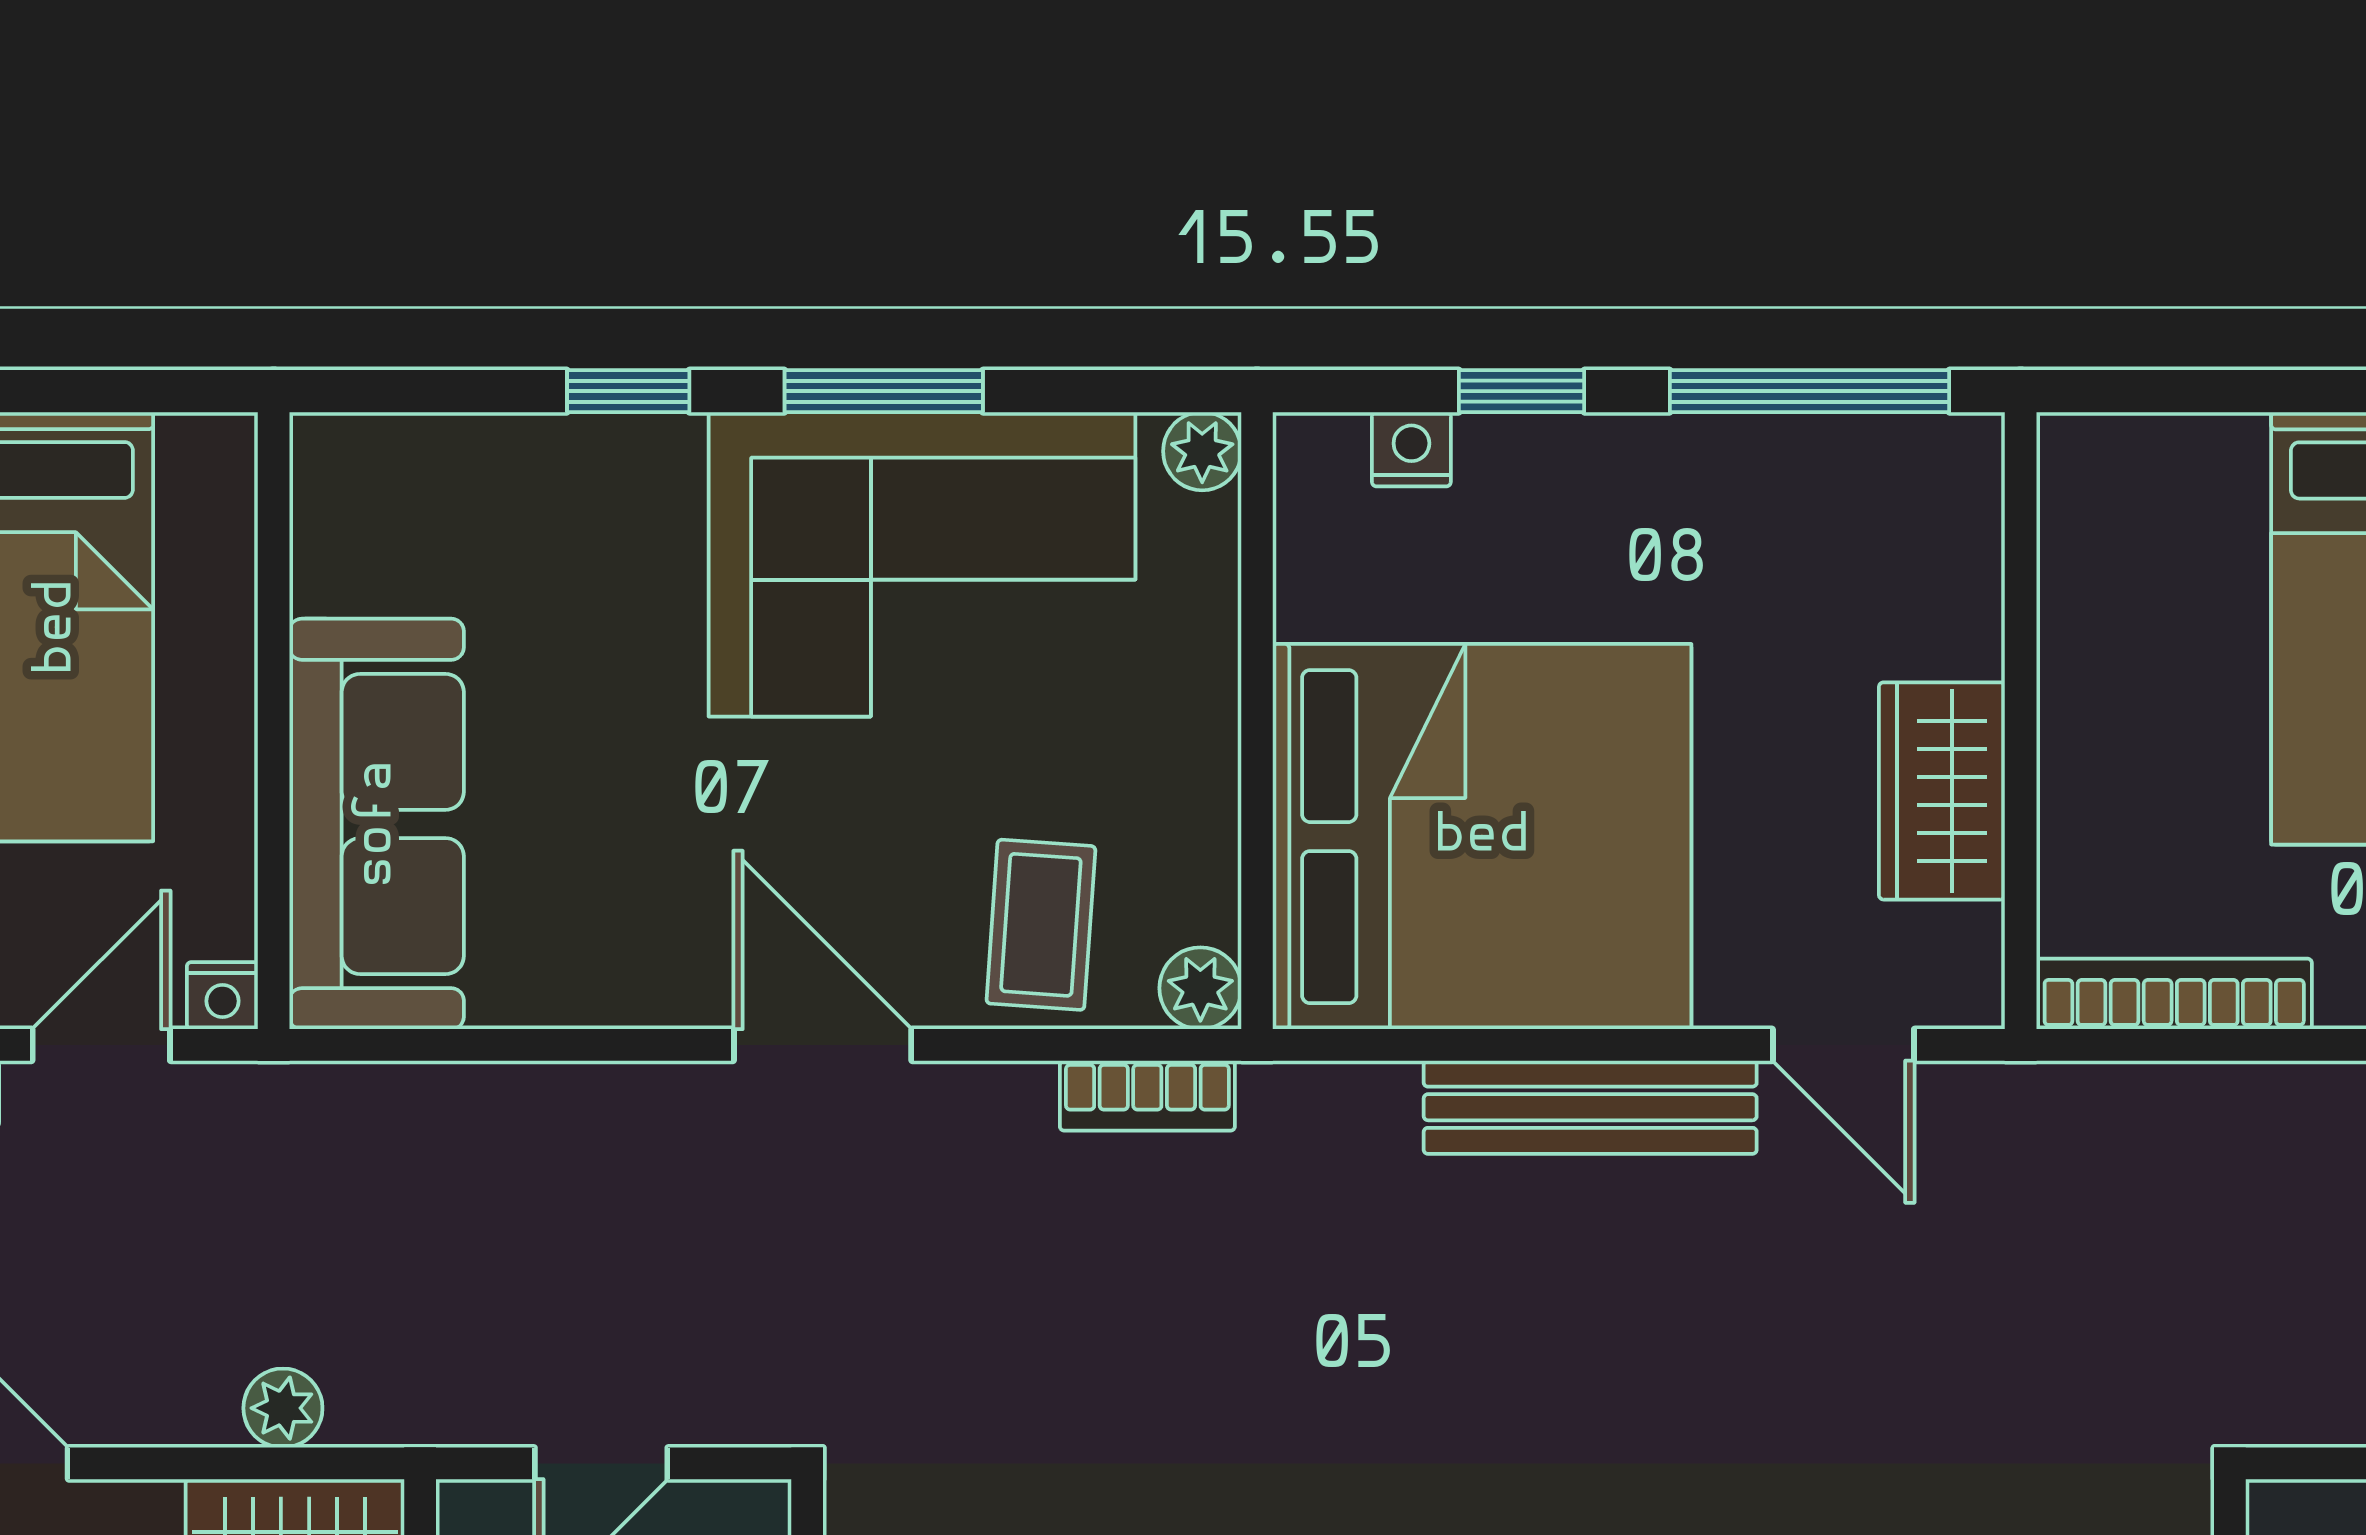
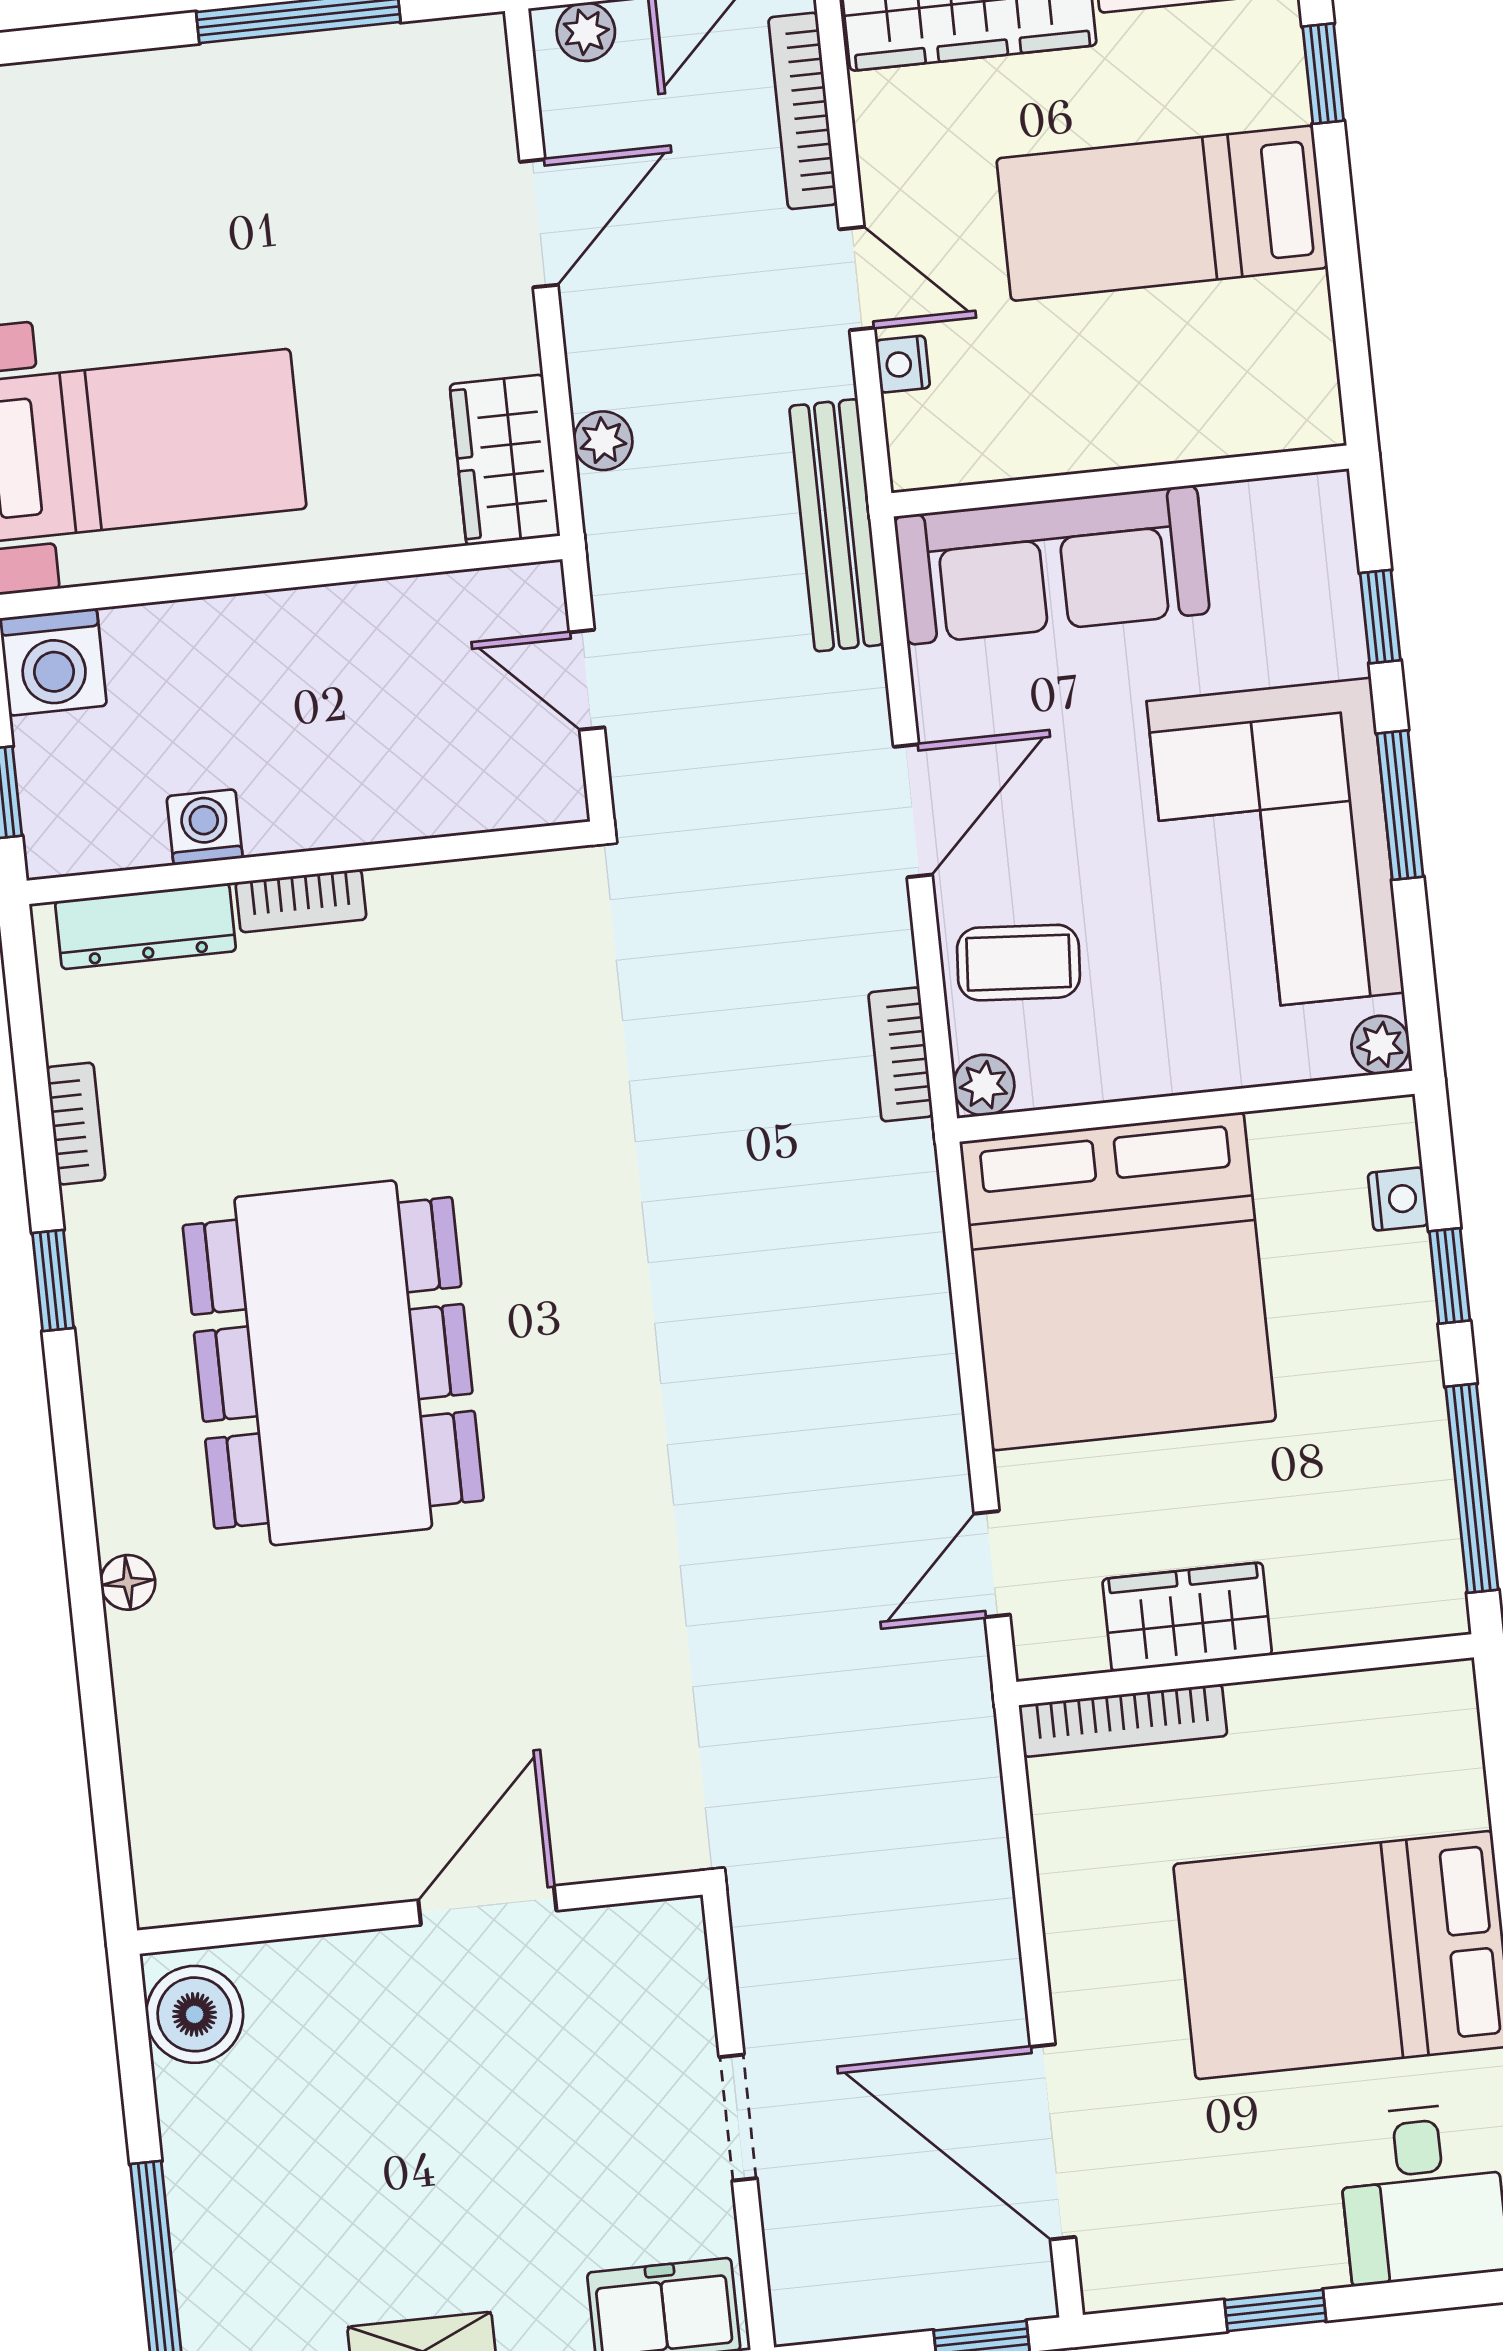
wall: (274, 721) -> (1120, 481), moved
sofa: (377, 824) -> (1052, 565), moved
bookcase: (2174, 994) -> (1123, 1721), moved, turned 90
bench: (1590, 1107) -> (836, 525), moved

